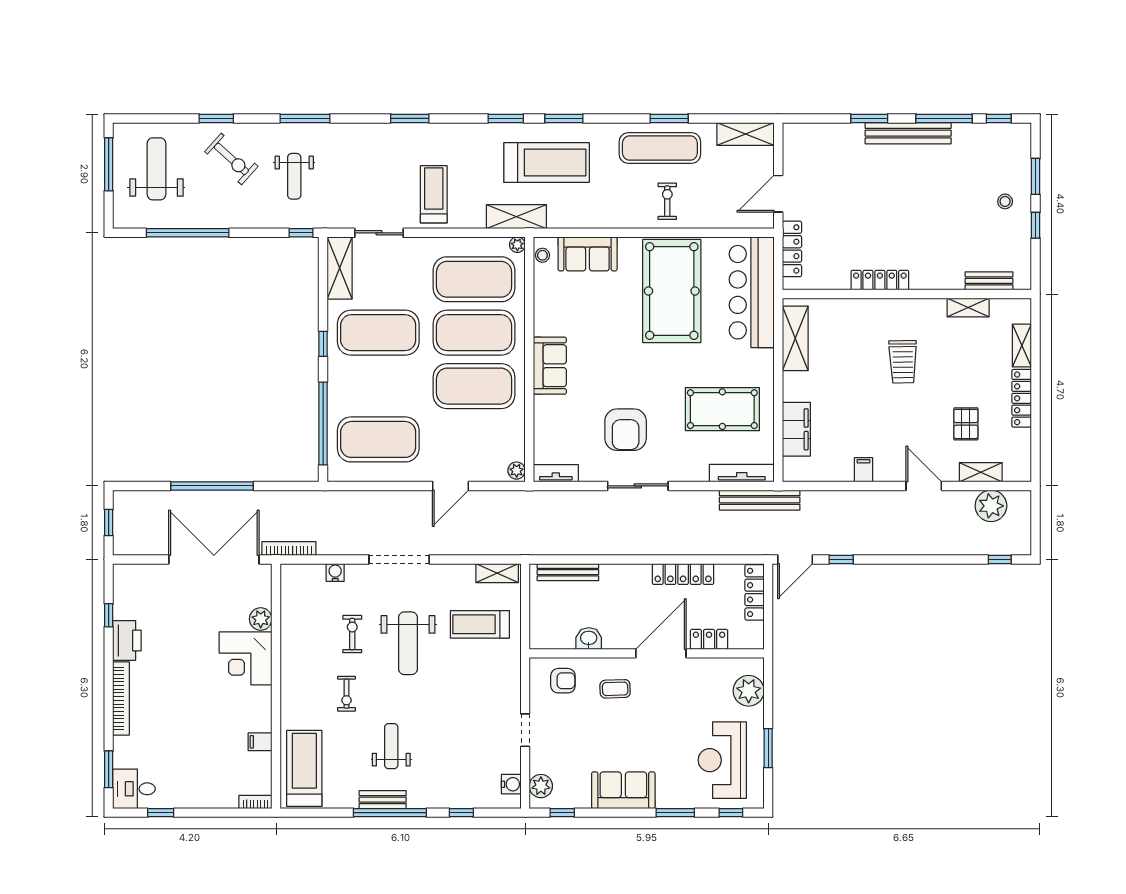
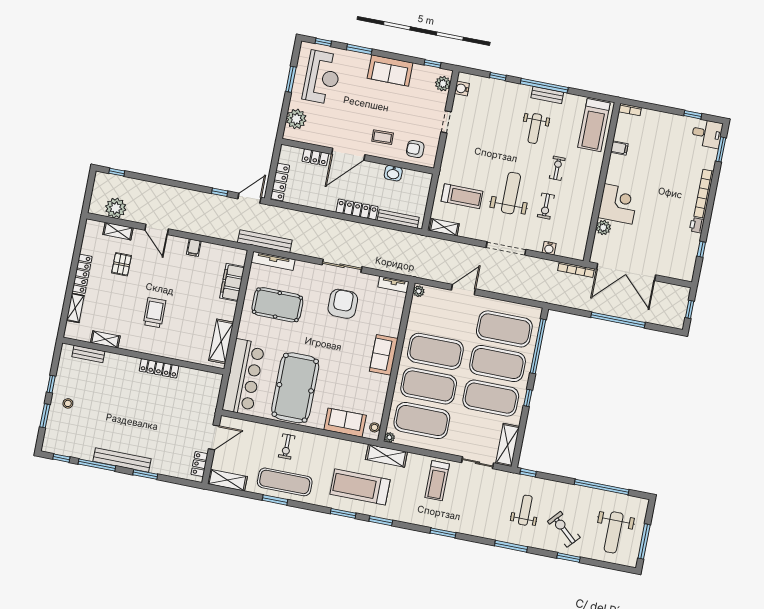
locker: (792, 249) -> (199, 464), moved, width x0.66
exercise mat: (378, 386) -> (498, 364), added
locker: (683, 574) -> (357, 209), moved
printer: (127, 640) -> (697, 225), width x0.53, depth x0.68

